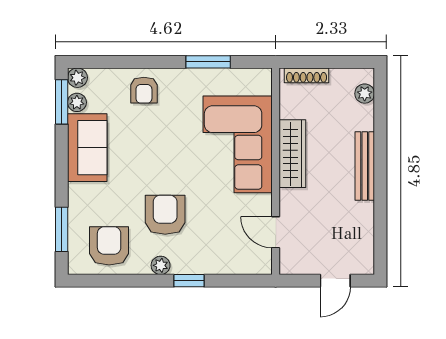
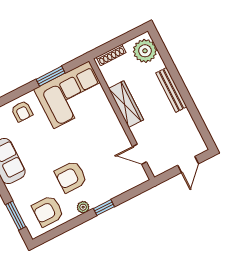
plant: (365, 94) -> (145, 51), width x1.87, depth x1.87
corner sofa: (238, 144) -> (71, 95), moved, turned -90
armchair: (165, 215) -> (71, 177), turned -90
armchair: (109, 246) -> (48, 211), turned -90

